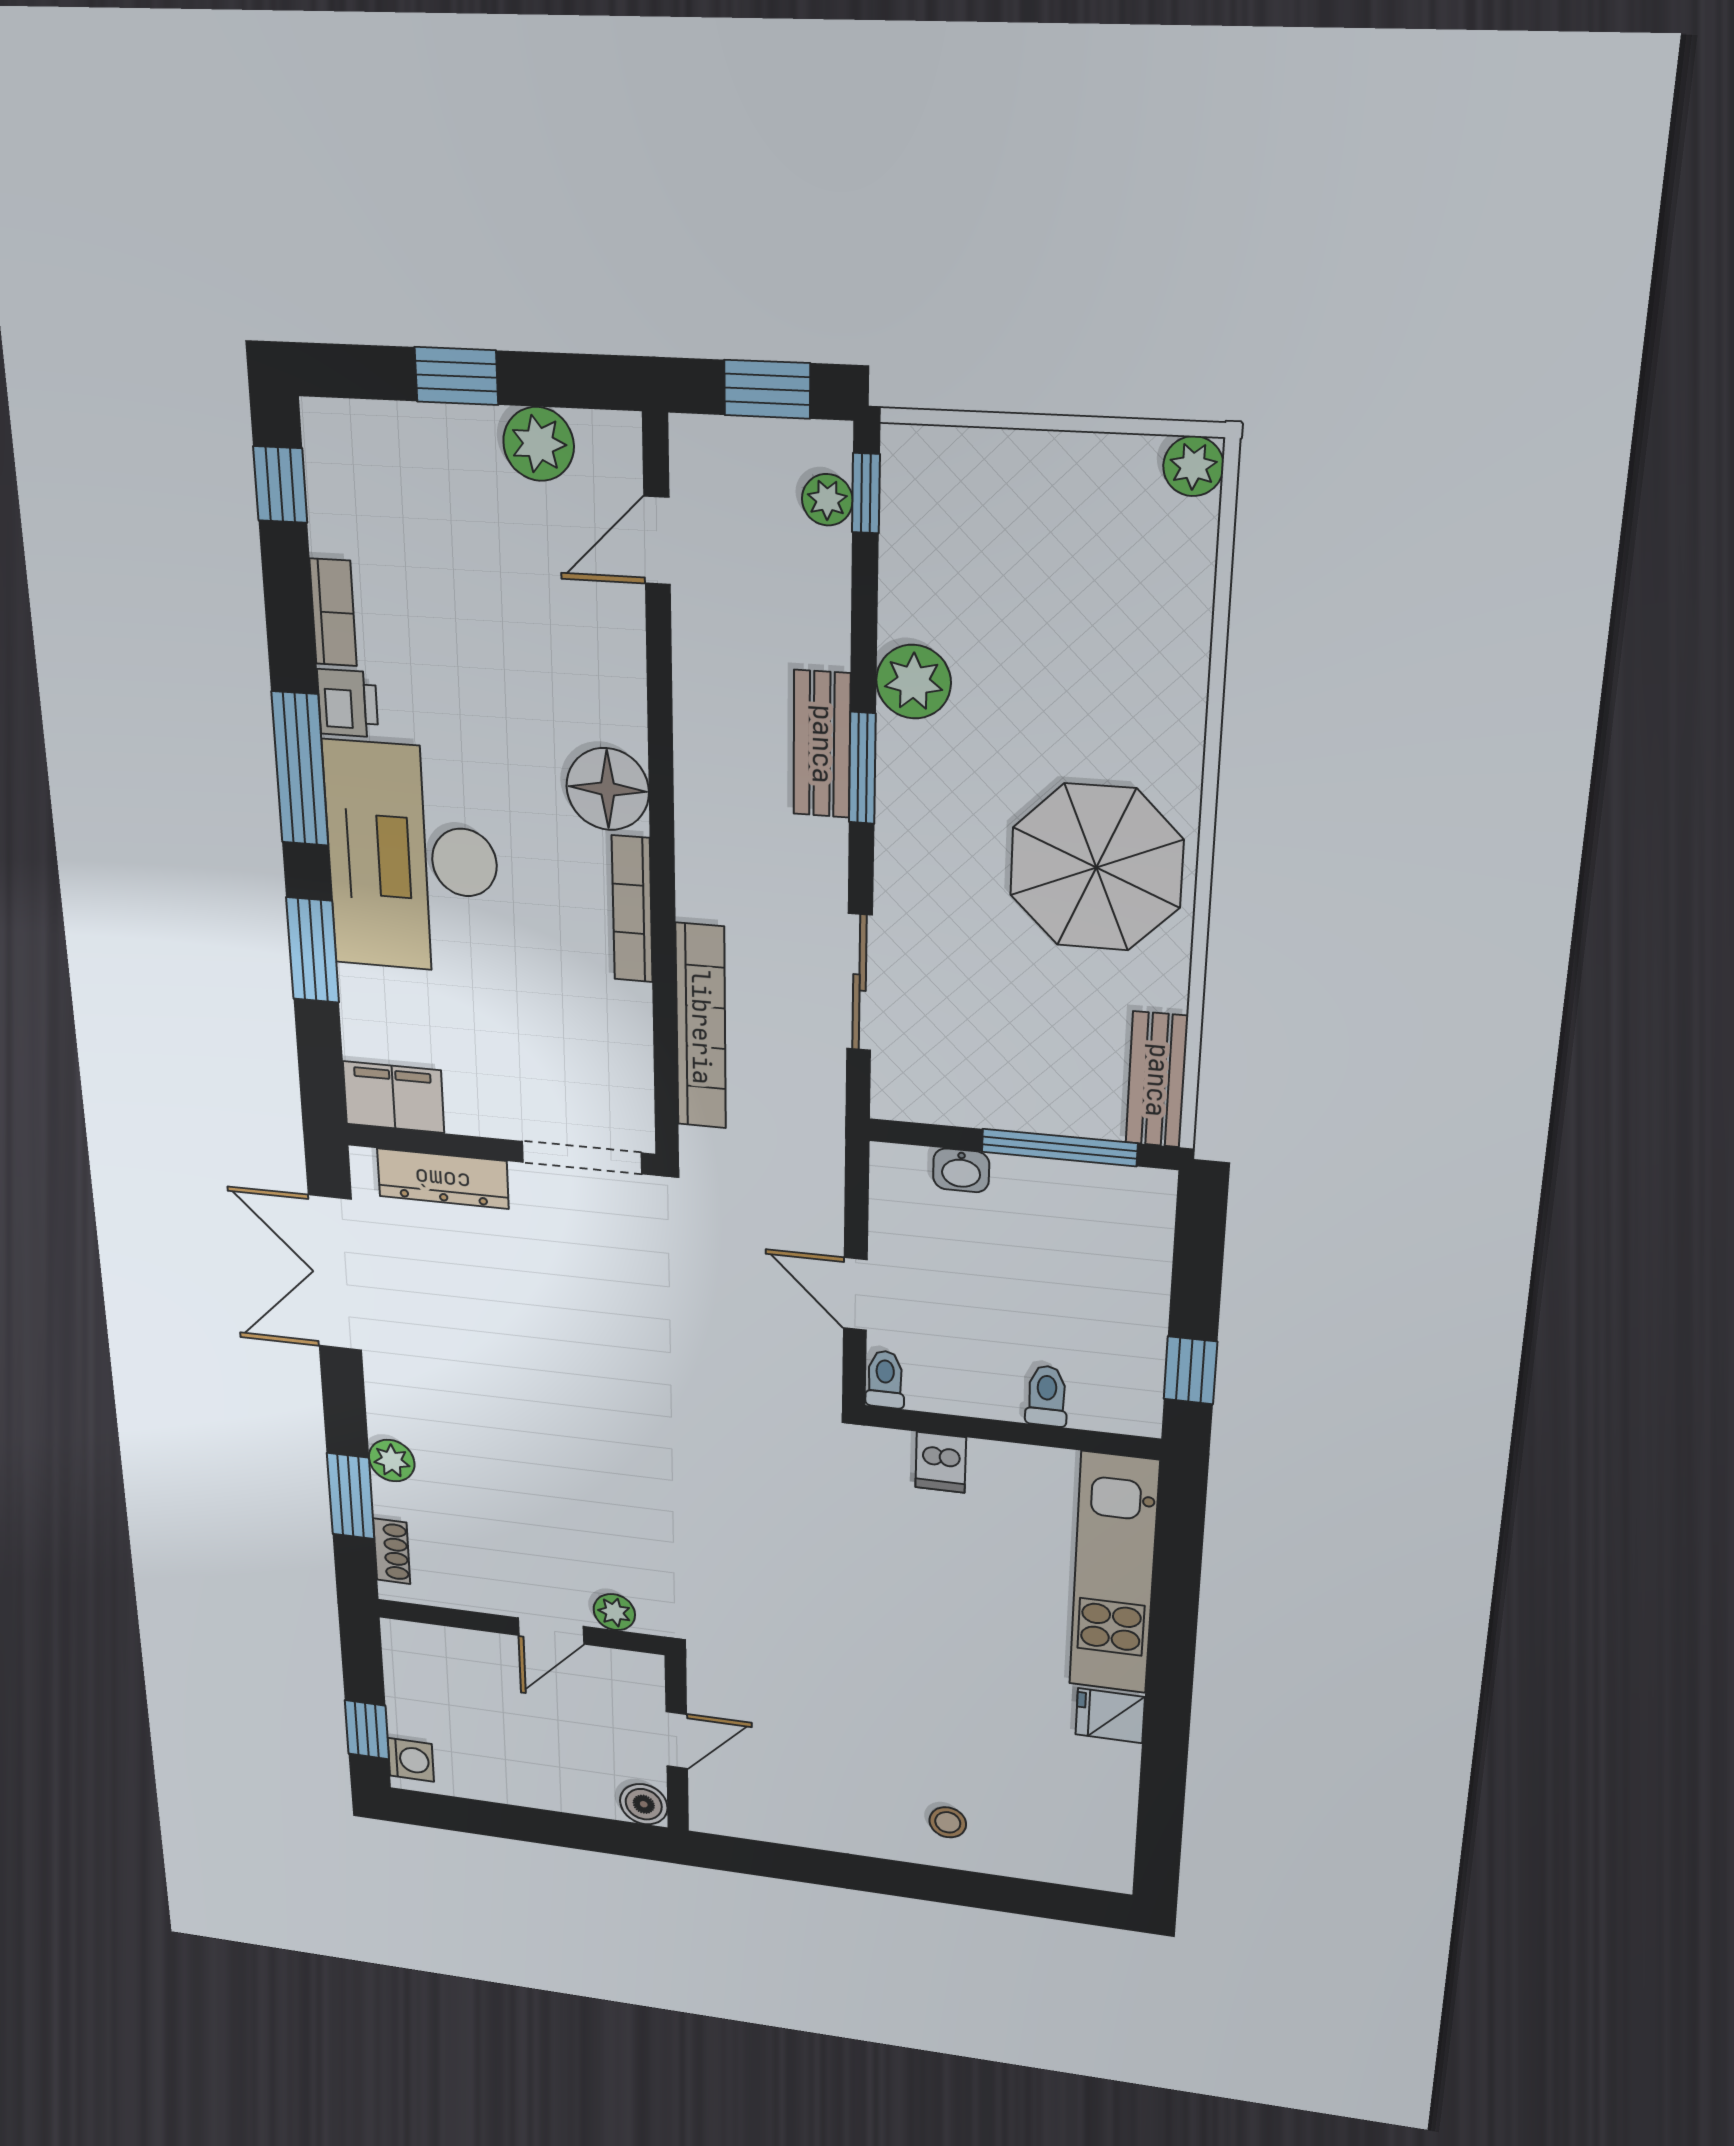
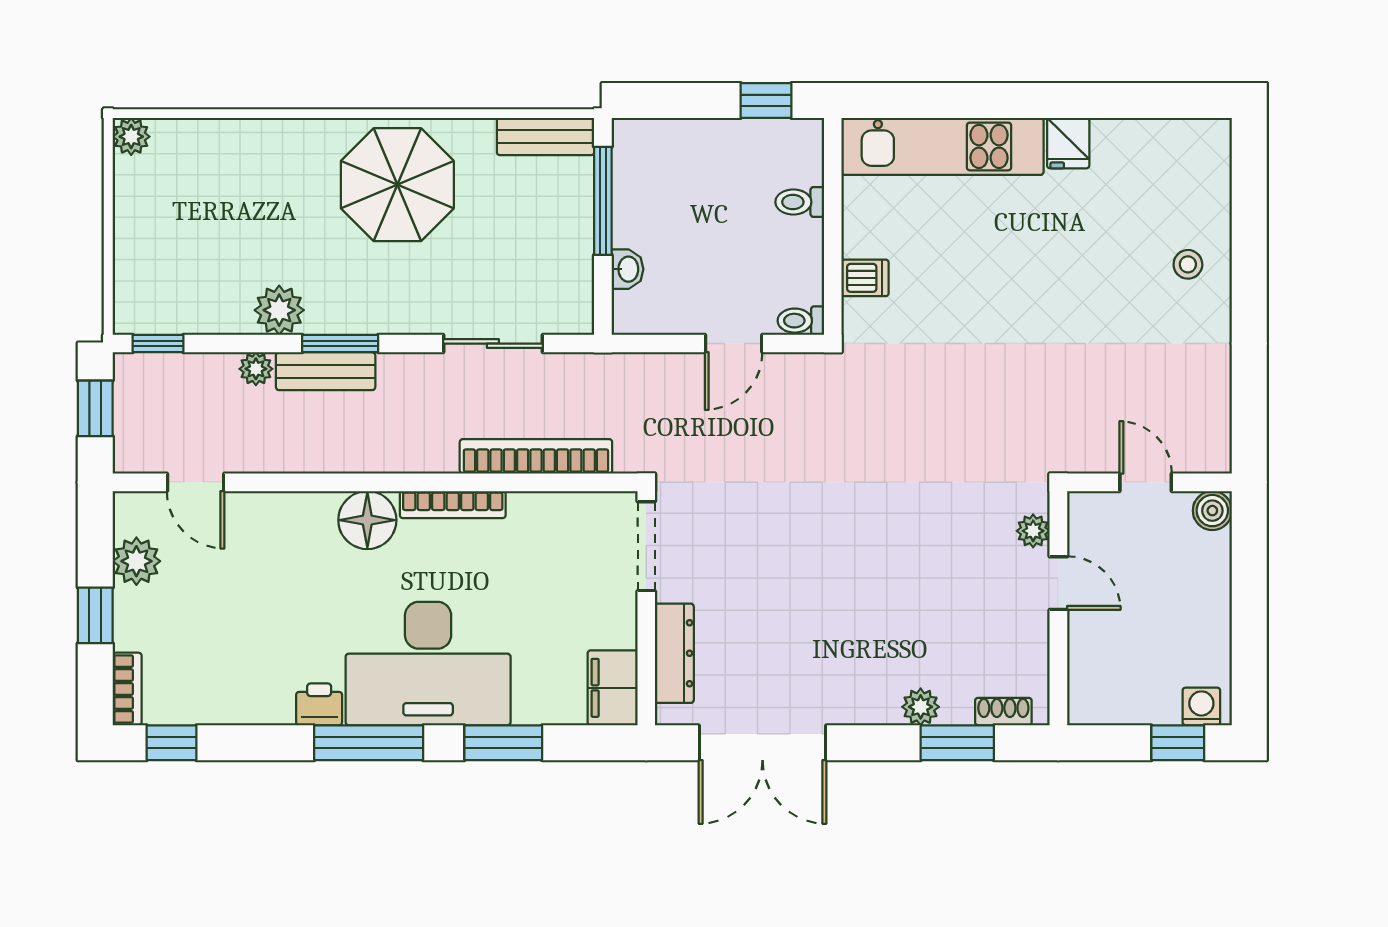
plant: (827, 500) -> (256, 369), moved
bookcase: (333, 612) -> (127, 689), moved, turned 90

